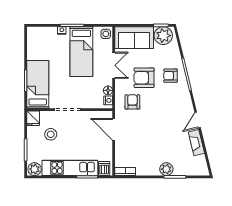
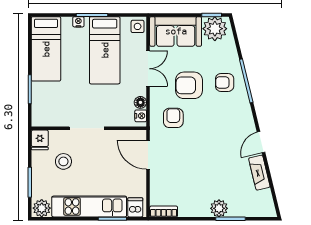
bed: (38, 84) -> (46, 49), moved, turned 180

